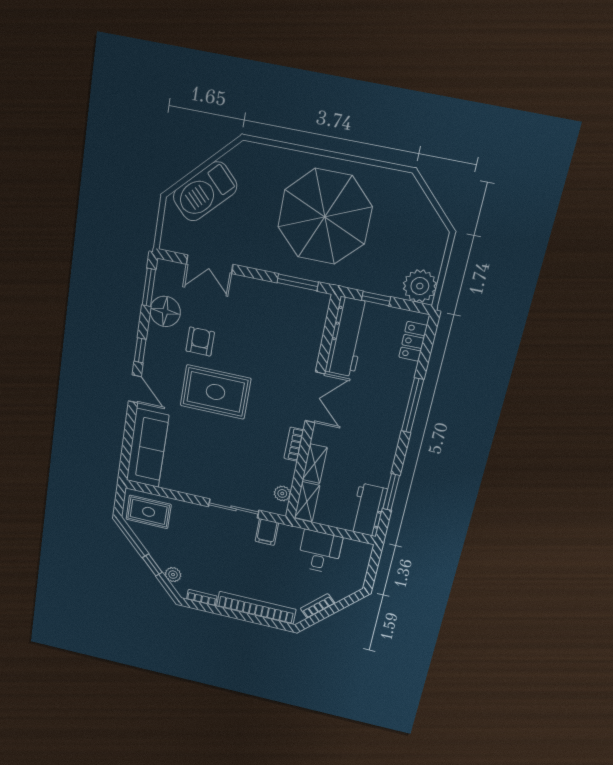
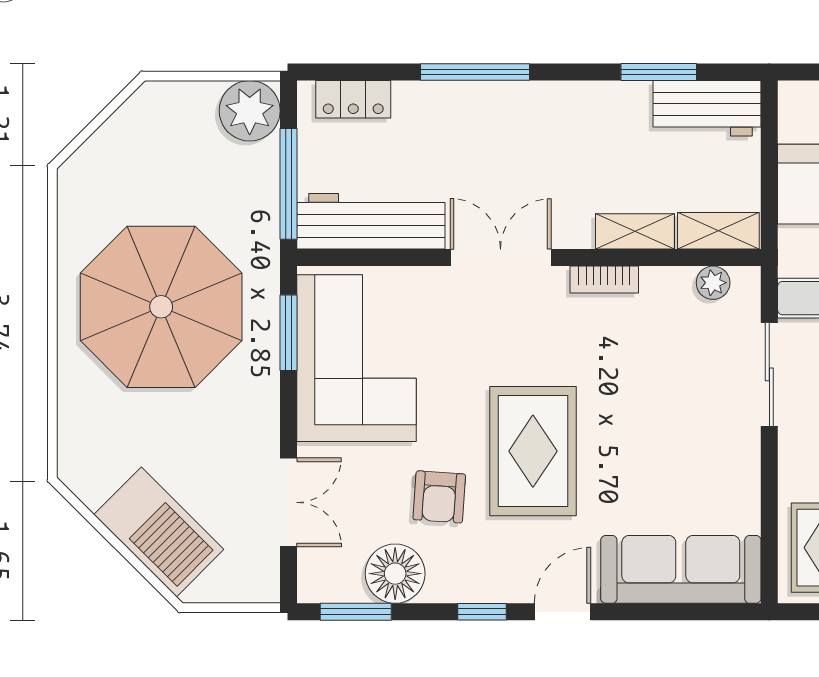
window: (376, 299) -> (288, 184), width x2.17
corner sofa: (278, 315) -> (357, 358), added
armchair: (200, 342) -> (439, 497), turned -86

